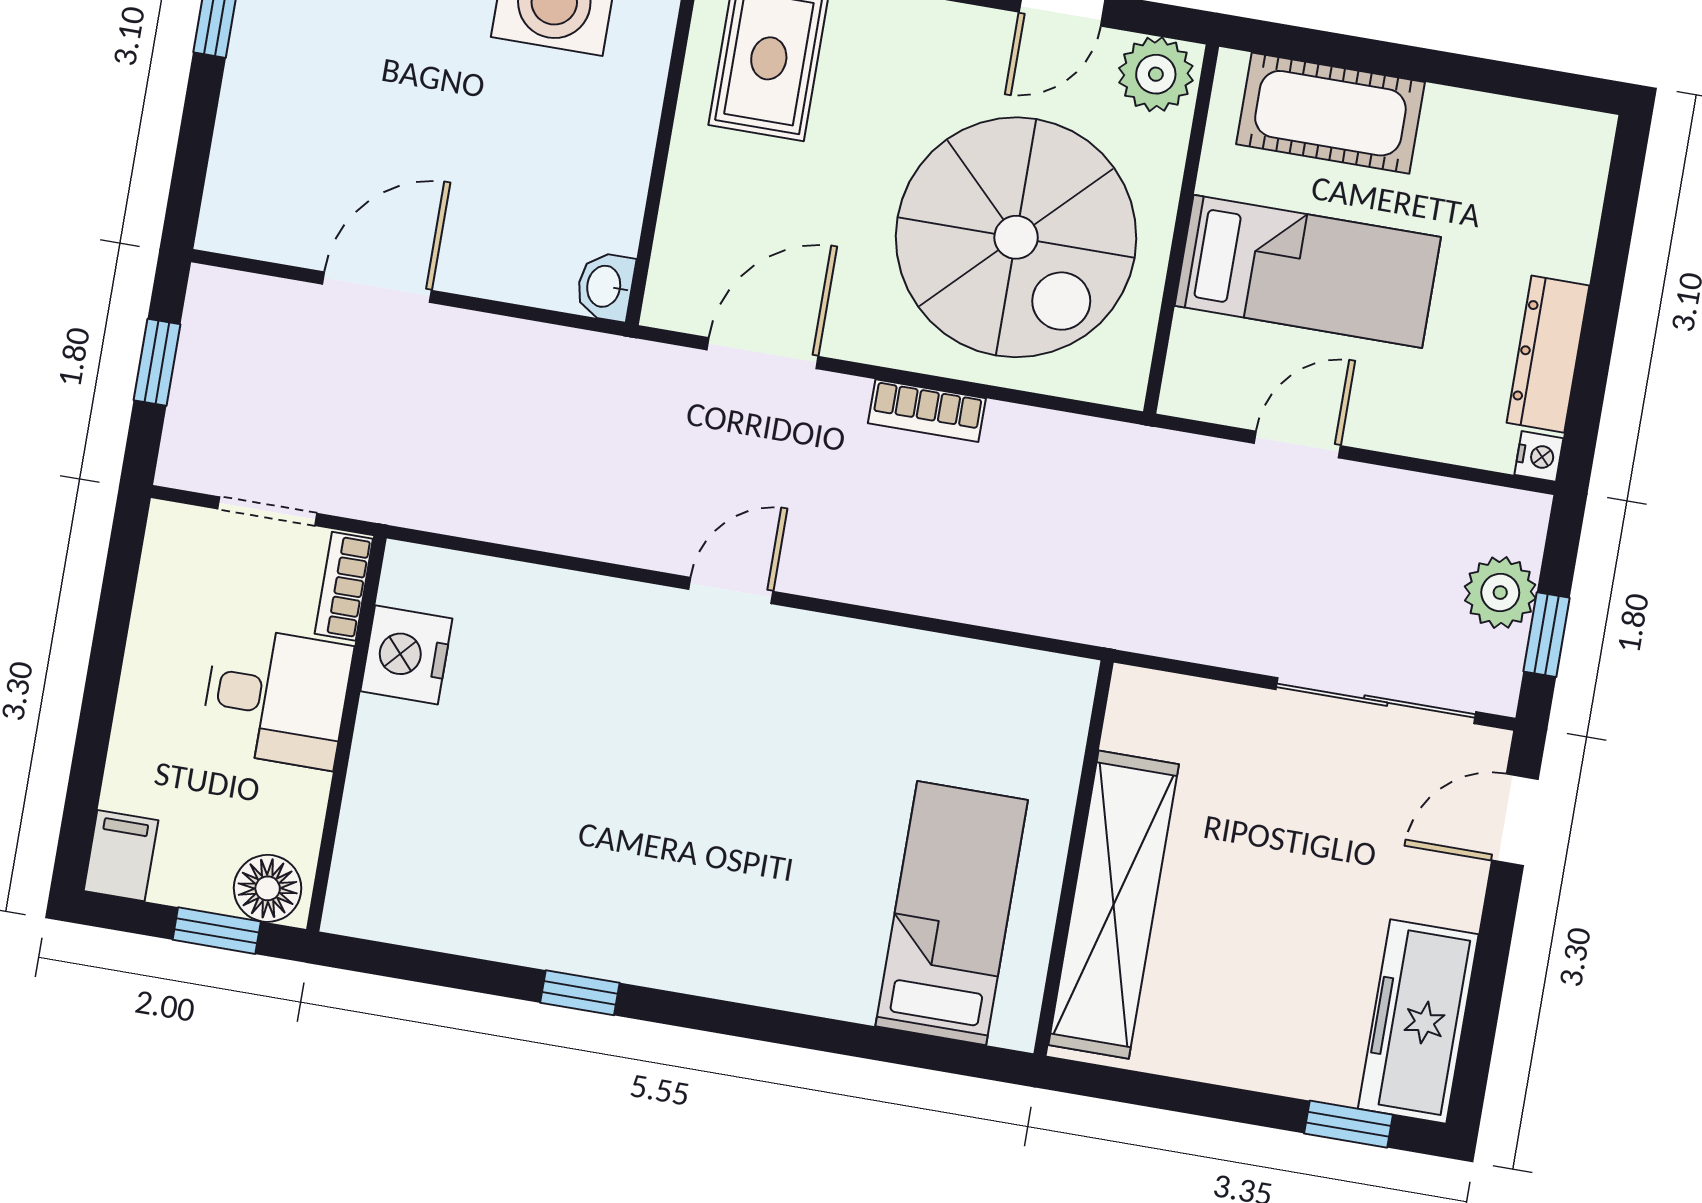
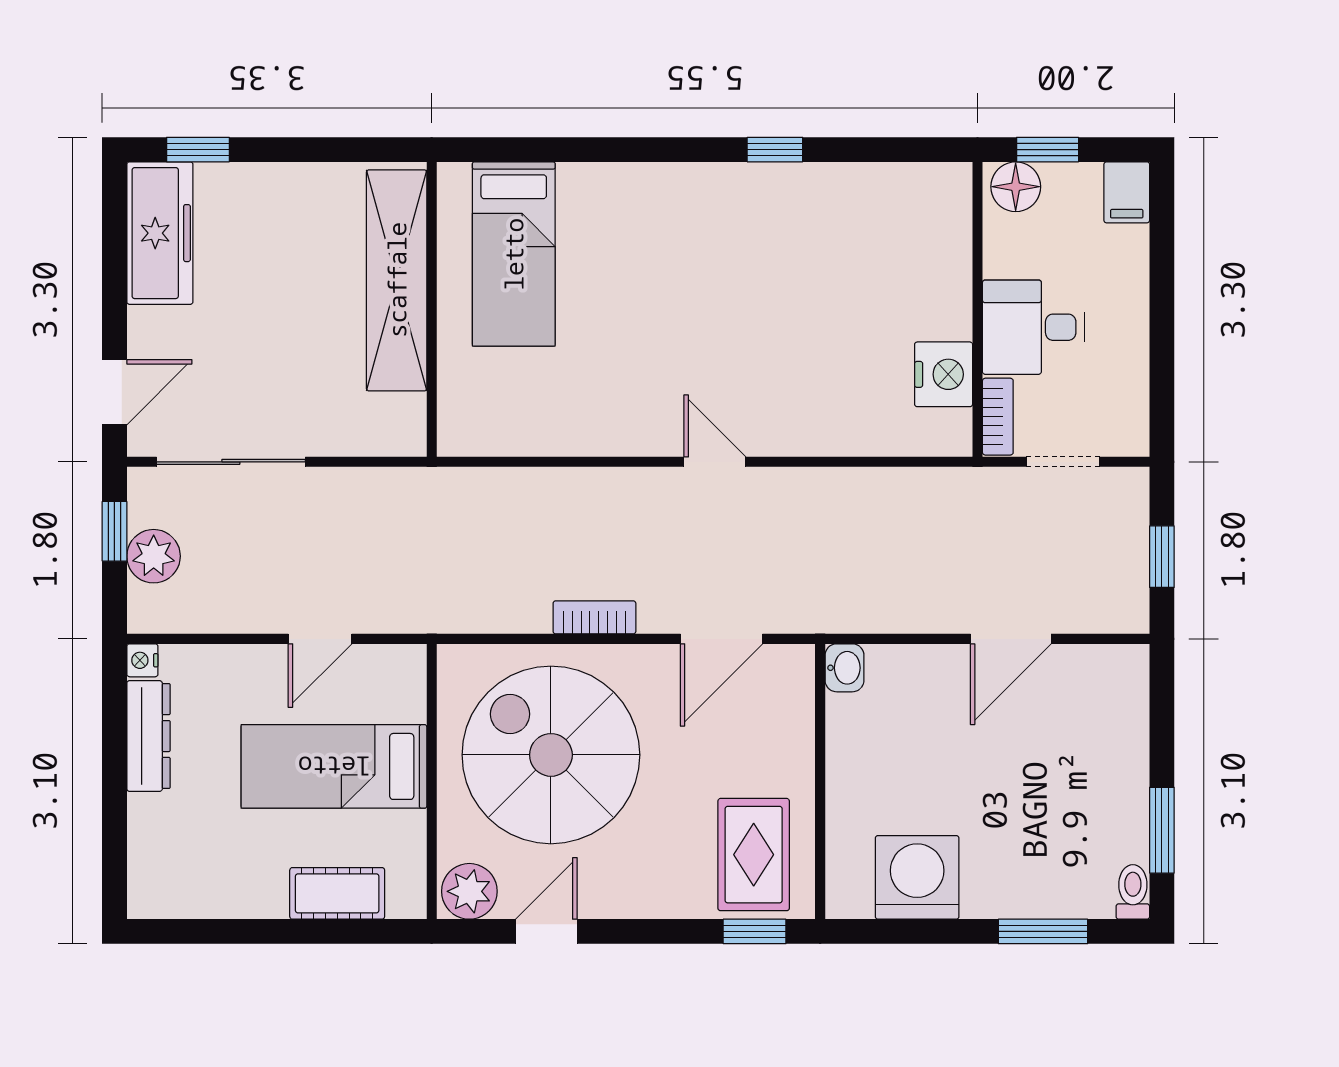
cot: (1330, 113) -> (337, 893), width x0.73, depth x0.75
door: (731, 590) -> (715, 462), swing flipped

